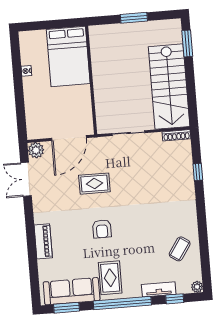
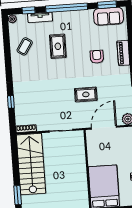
armchair: (102, 229) -> (97, 57), moved
rug: (110, 278) -> (58, 46), moved
sofa: (72, 291) -> (108, 16), width x0.73

